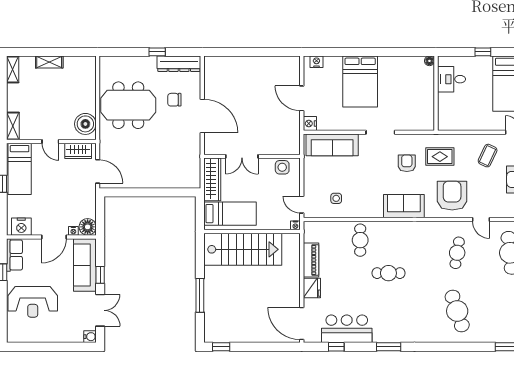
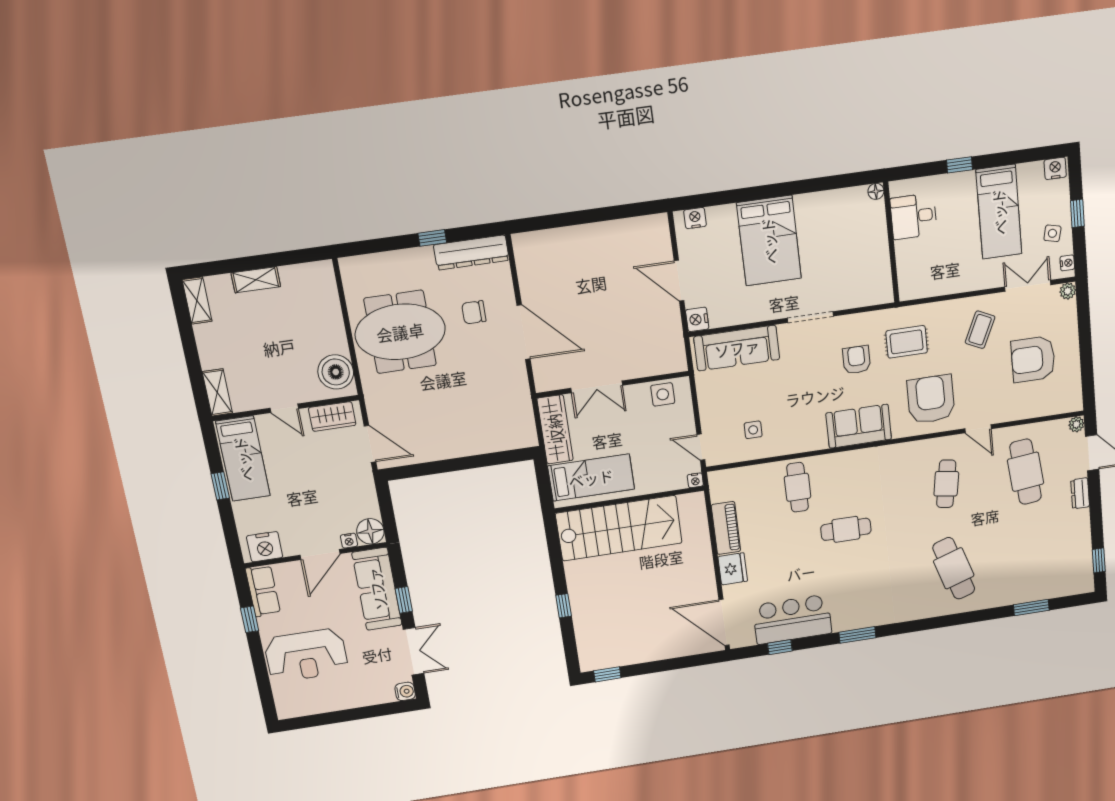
window: (200, 295) -> (564, 606), width x0.46

